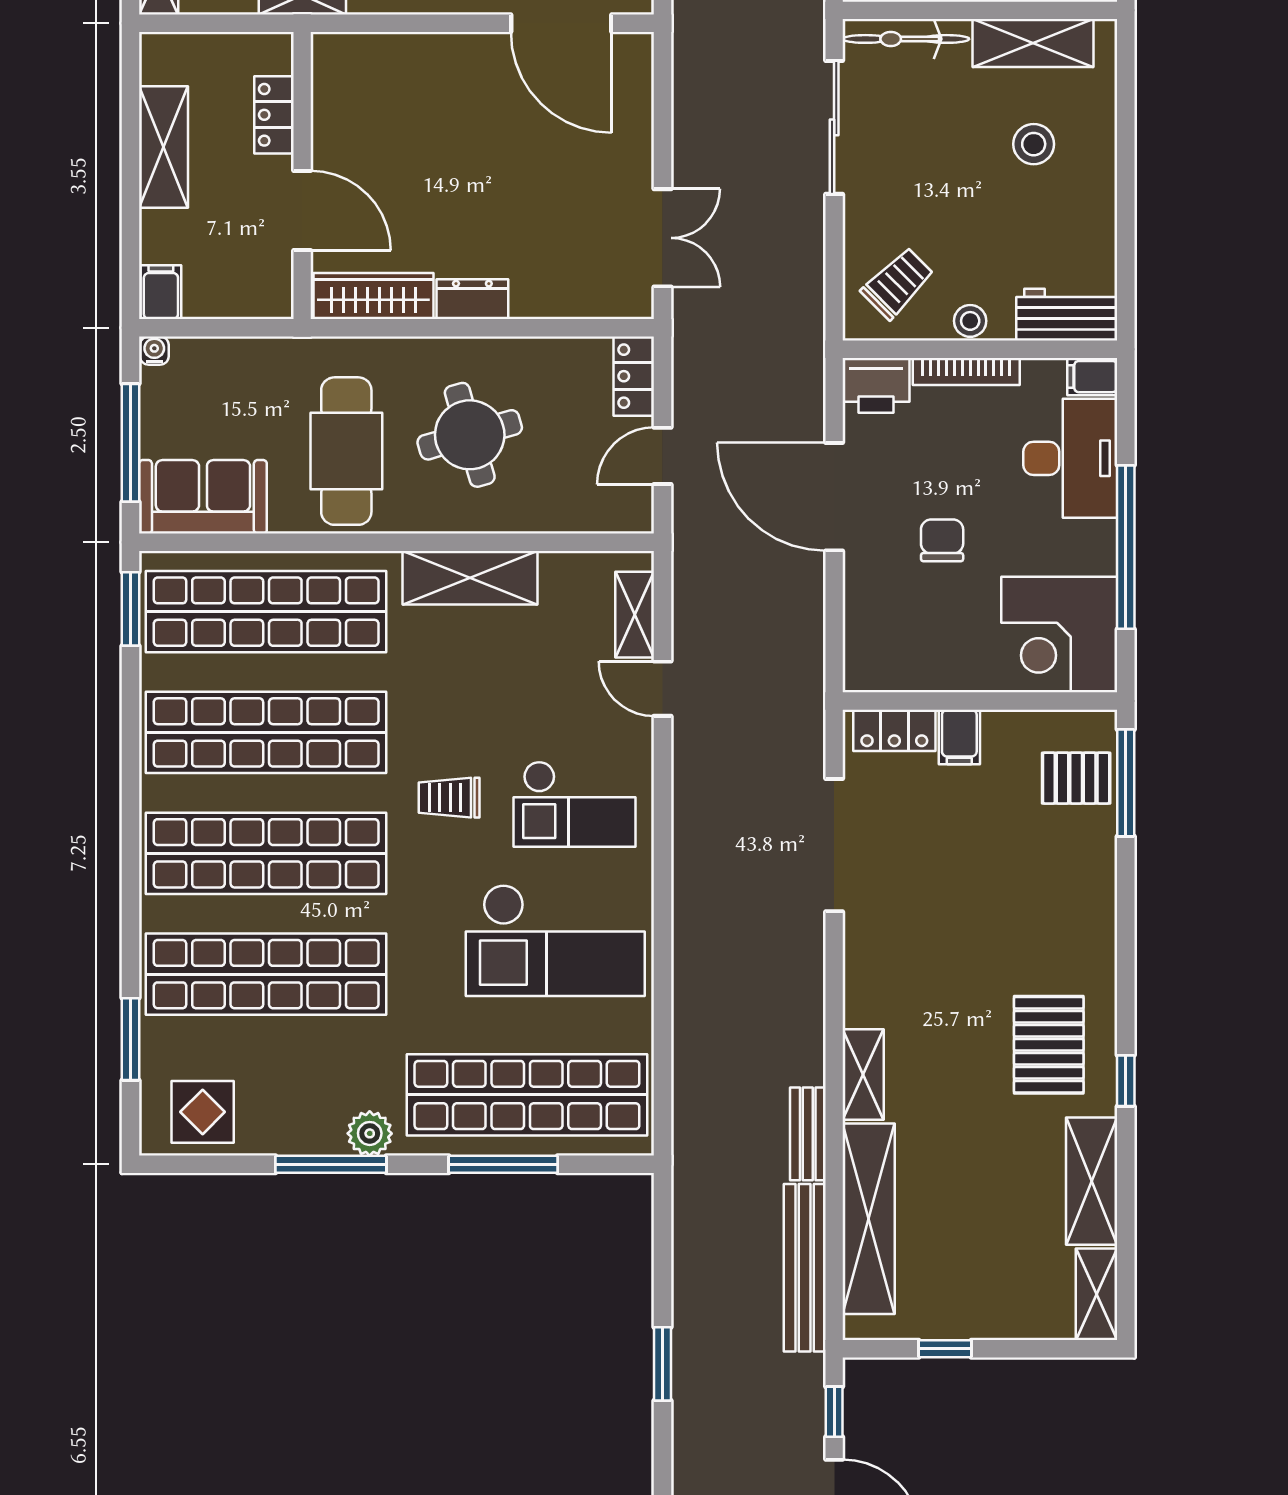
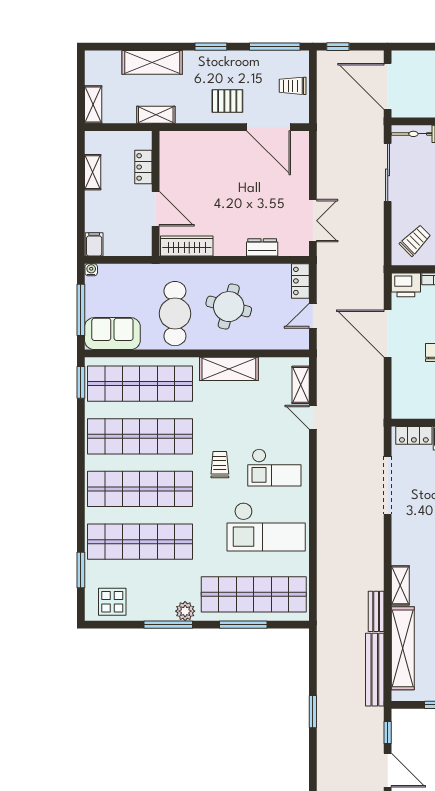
shelving: (163, 147) -> (93, 172), width x0.67, depth x0.75
dresser: (472, 299) -> (262, 247), moved
round table: (470, 435) -> (229, 307), turned 31
trolley: (449, 798) -> (220, 465), turned 90

